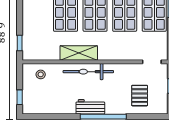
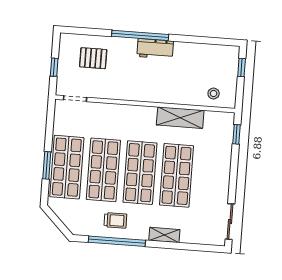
shelving: (79, 53) -> (180, 118), moved
bicycle: (88, 72) -> (154, 93), removed
pallet: (140, 96) -> (93, 58), turned 90

